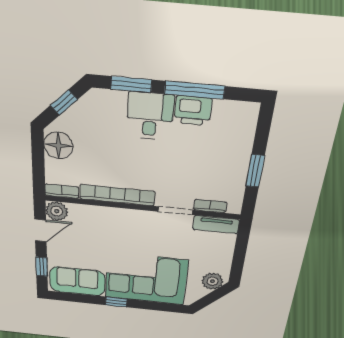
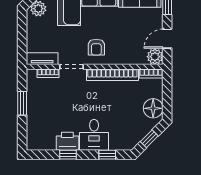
window: (131, 84) -> (107, 155), width x0.67
window: (194, 90) -> (68, 155), width x0.46
armchair: (138, 231) -> (96, 47), added

